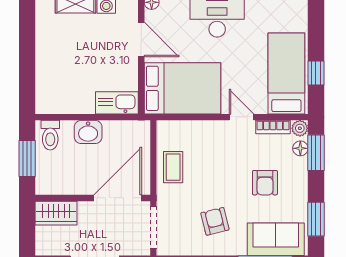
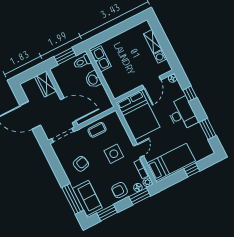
window: (316, 73) -> (192, 170), moved
kitchen sink: (117, 103) -> (101, 59), moved
side table: (226, 160) -> (114, 154), added
armchair: (265, 183) -> (120, 190), moved

